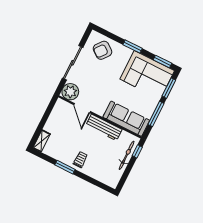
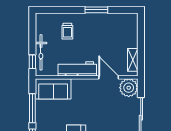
sofa: (126, 119) -> (53, 89), width x0.73
shelving: (42, 141) -> (133, 60), moved
trolley: (80, 160) -> (67, 31), moved

